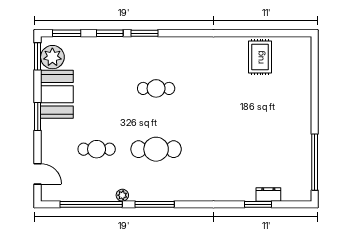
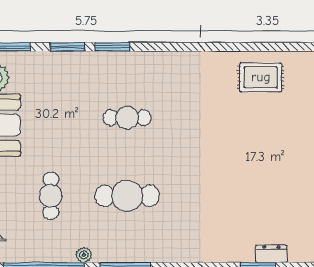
rug: (260, 57) -> (261, 77), turned 90
cafe table: (97, 149) -> (51, 196), turned 90

